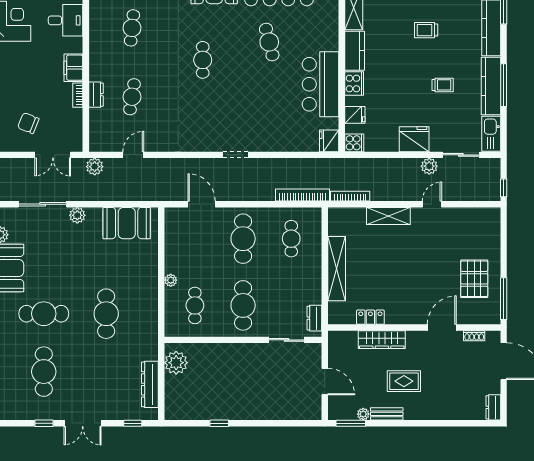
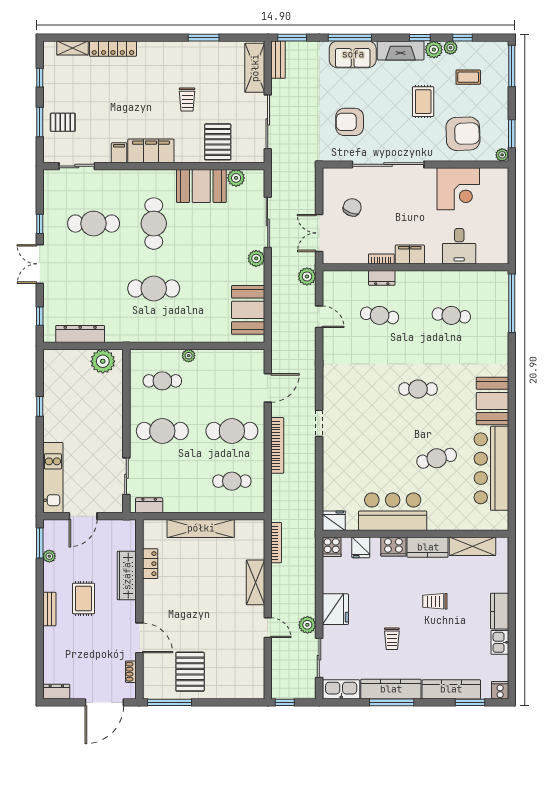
trolley: (426, 30) -> (435, 601), moved, turned -90
bookcase: (303, 195) -> (277, 445), moved
pallet: (474, 279) -> (190, 672), turned 90
kitchen unit: (288, 411) -> (53, 478), added
bench: (387, 414) -> (49, 609), moved

